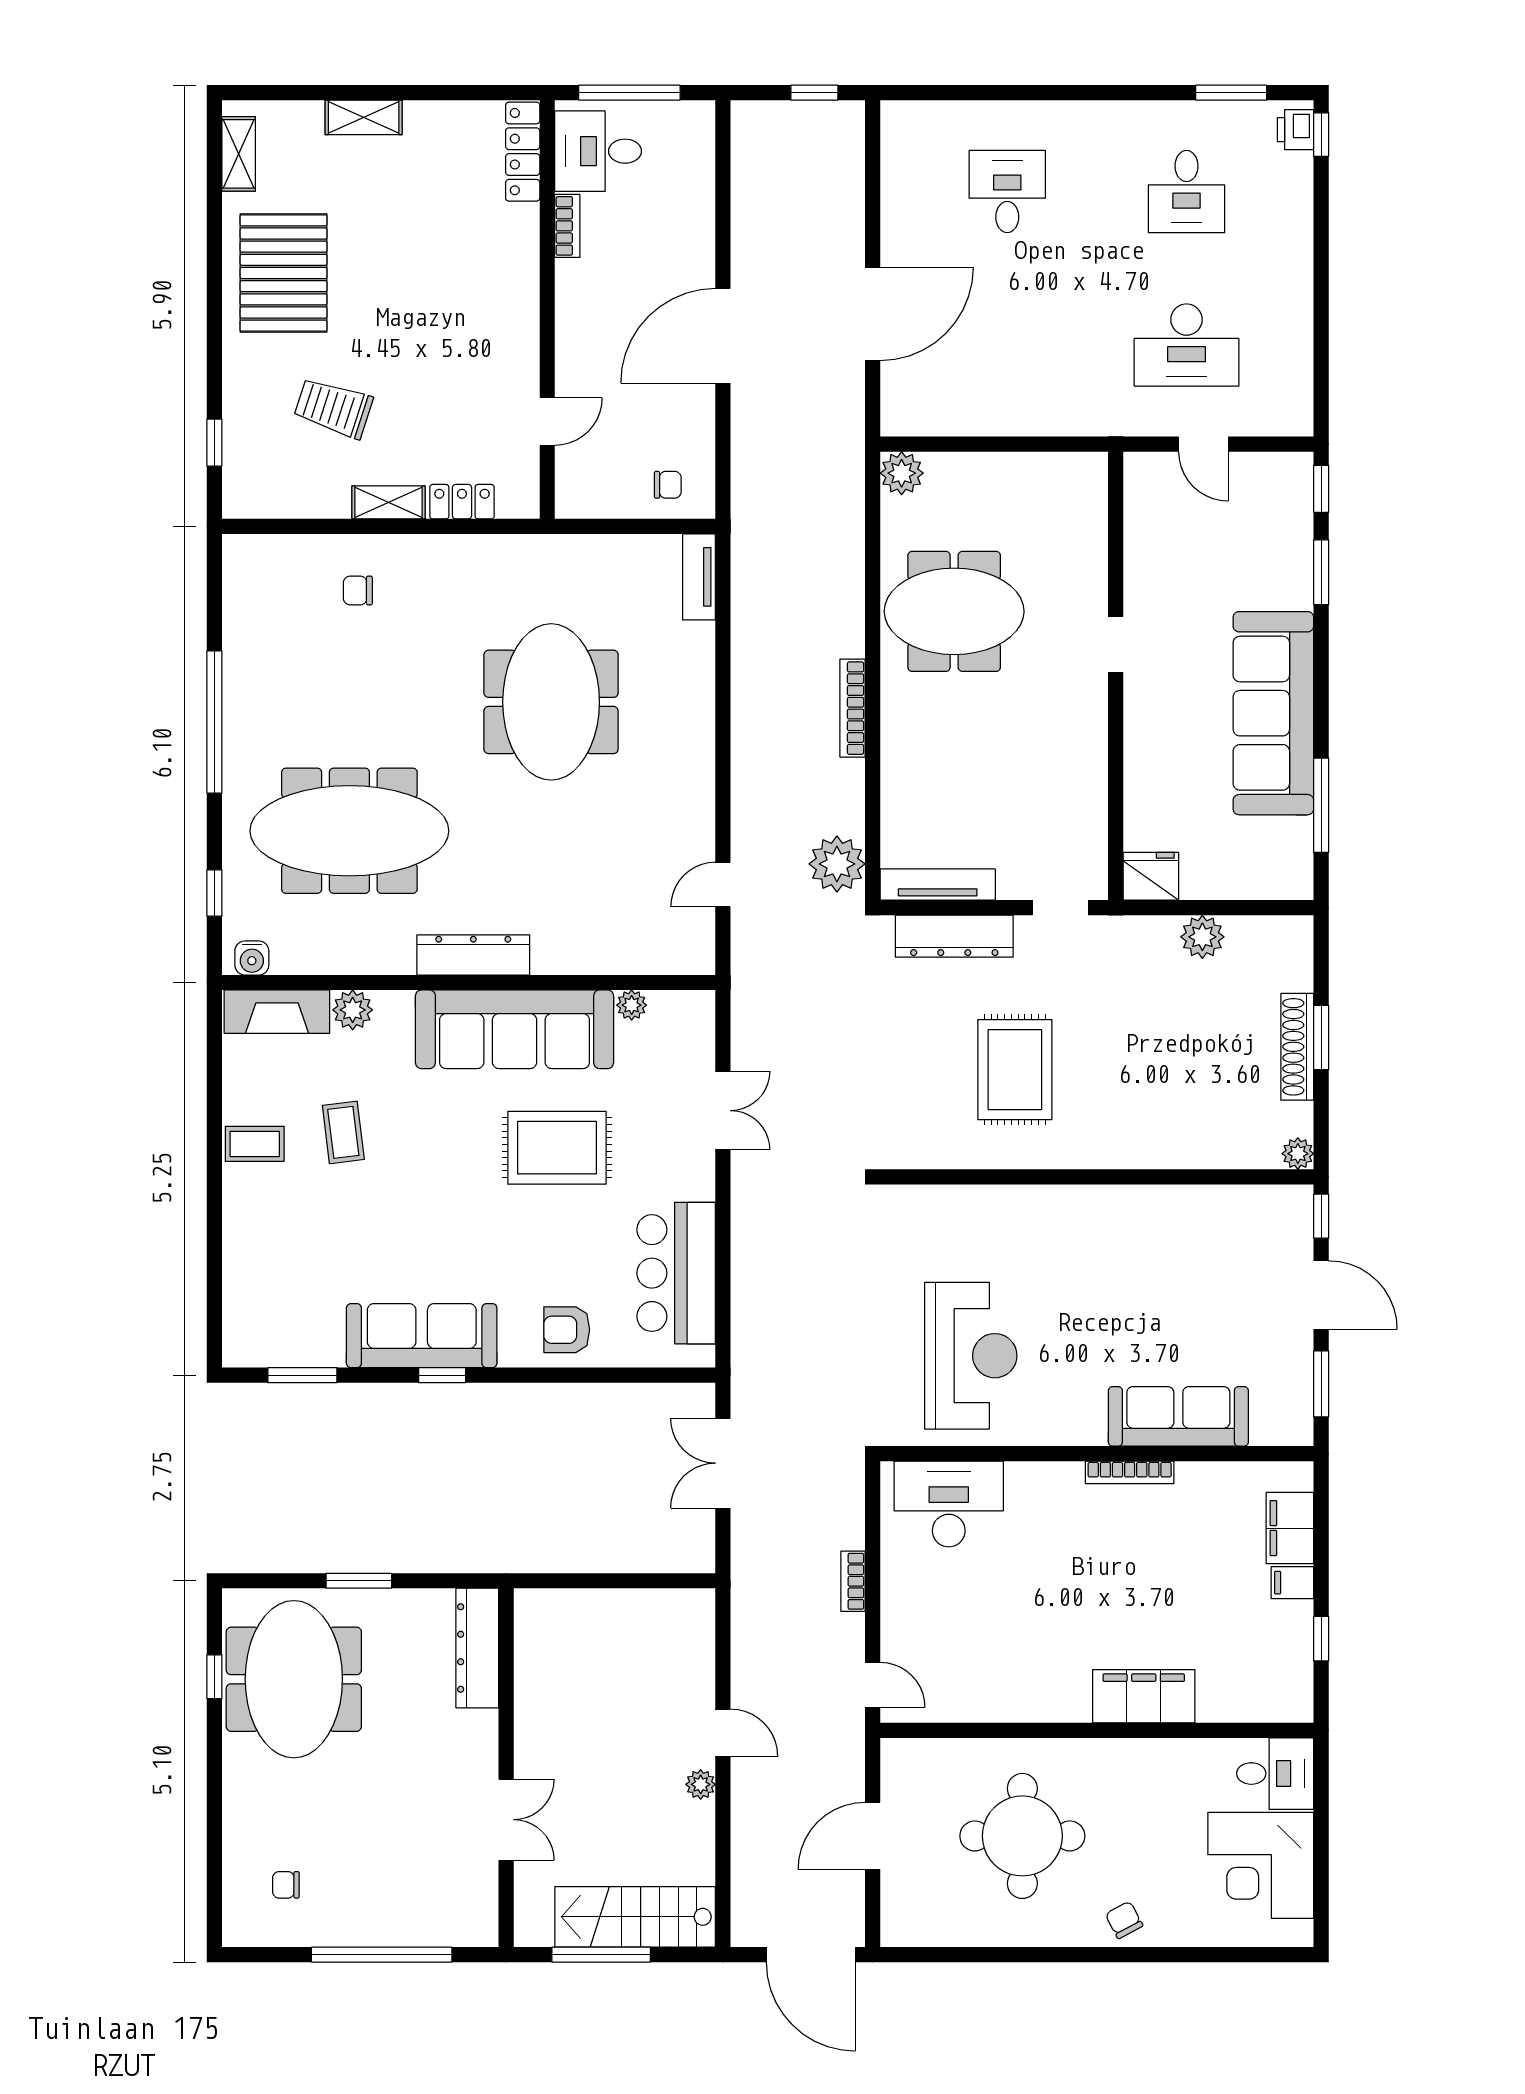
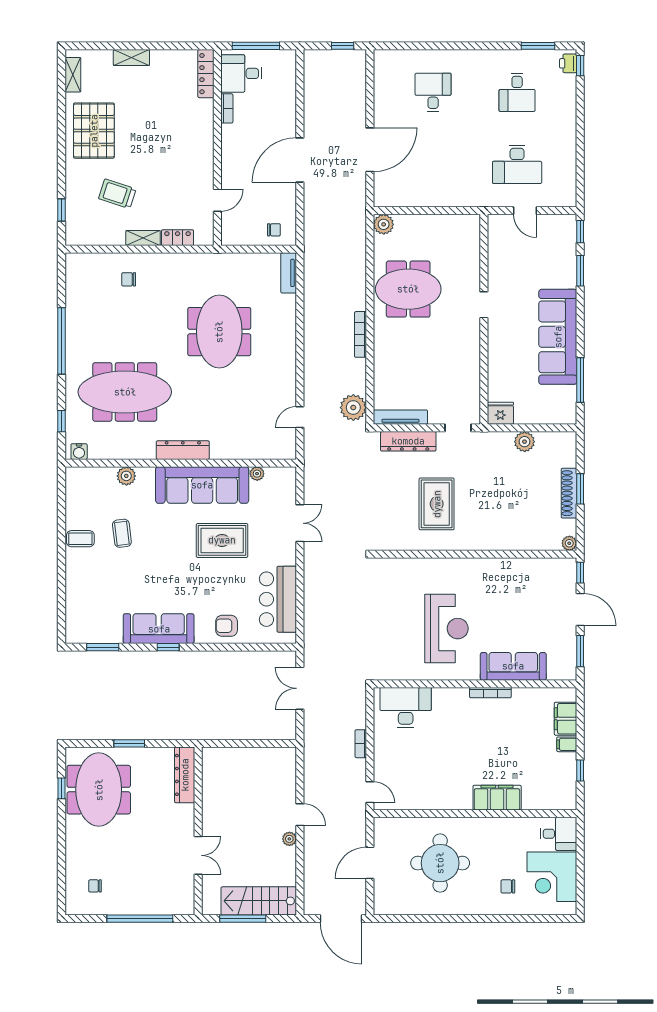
fireplace: (277, 1012) -> (91, 477), removed
reception desk: (971, 1356) -> (446, 629), moved
chair: (1124, 1920) -> (508, 886), moved, turned -62

